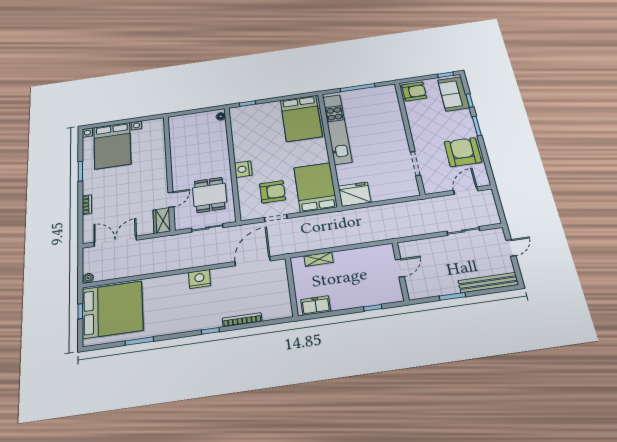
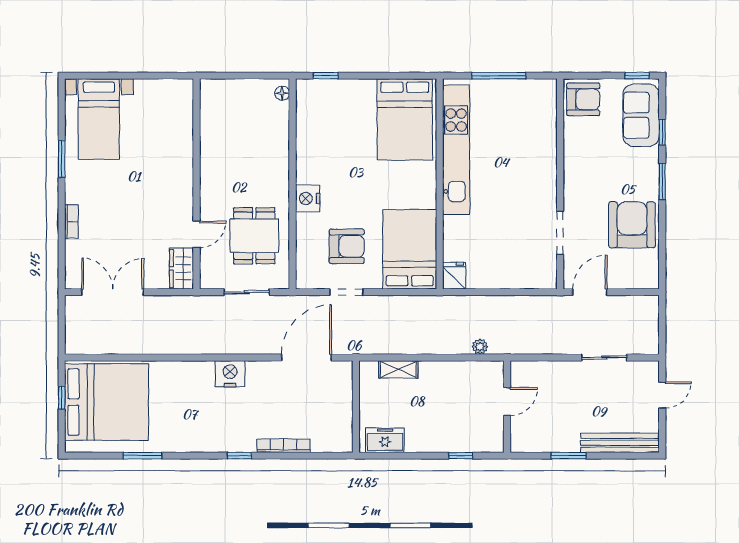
bed with nightstands: (112, 146) -> (99, 119), width x0.73
door: (466, 191) -> (590, 292), moved
fridge: (355, 194) -> (454, 276), width x0.53, depth x0.75
plant: (88, 278) -> (480, 347), moved

